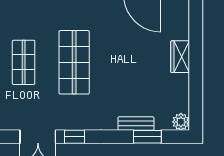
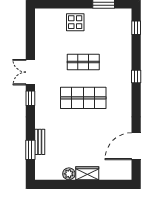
plant: (181, 122) -> (69, 174), moved

